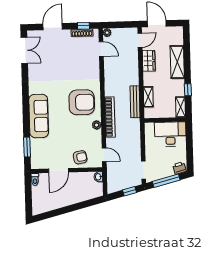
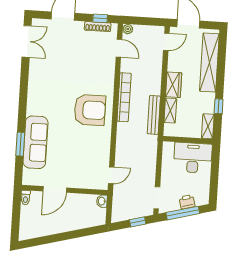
wardrobe: (149, 61) -> (174, 85), moved
shelving: (177, 62) -> (209, 63), width x1.47
sofa: (39, 116) -> (36, 142), moved
bookcase: (110, 117) -> (124, 97), moved
plant: (97, 125) -> (105, 139), removed
window: (27, 147) -> (20, 144), moved
door: (104, 155) -> (111, 175), hinge flipped
armchair: (80, 157) -> (82, 176), removed
printer: (179, 168) -> (187, 202), moved

